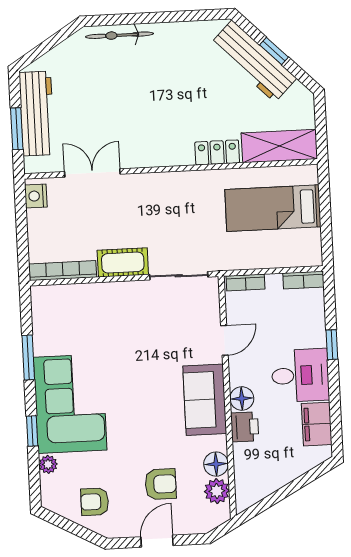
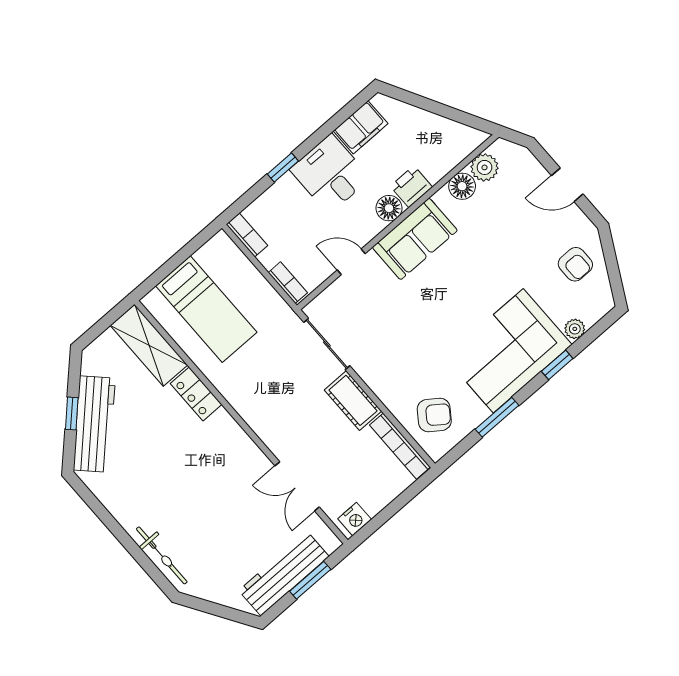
armchair: (161, 484) -> (434, 415), moved, turned 126

